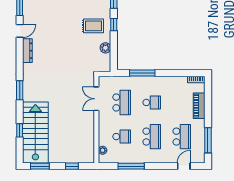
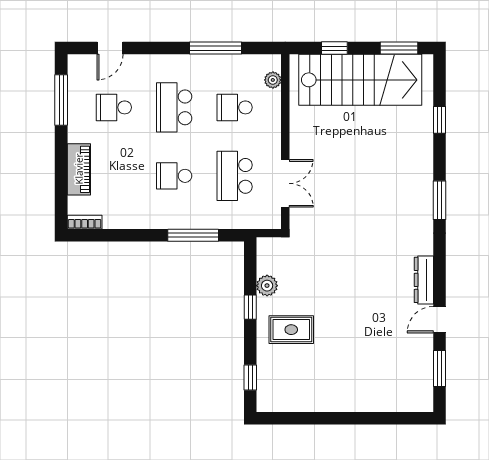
window: (114, 25) -> (250, 307), moved
stairs: (35, 132) -> (360, 80), moved, turned -90
school desk: (182, 137) -> (114, 107), width x0.54

